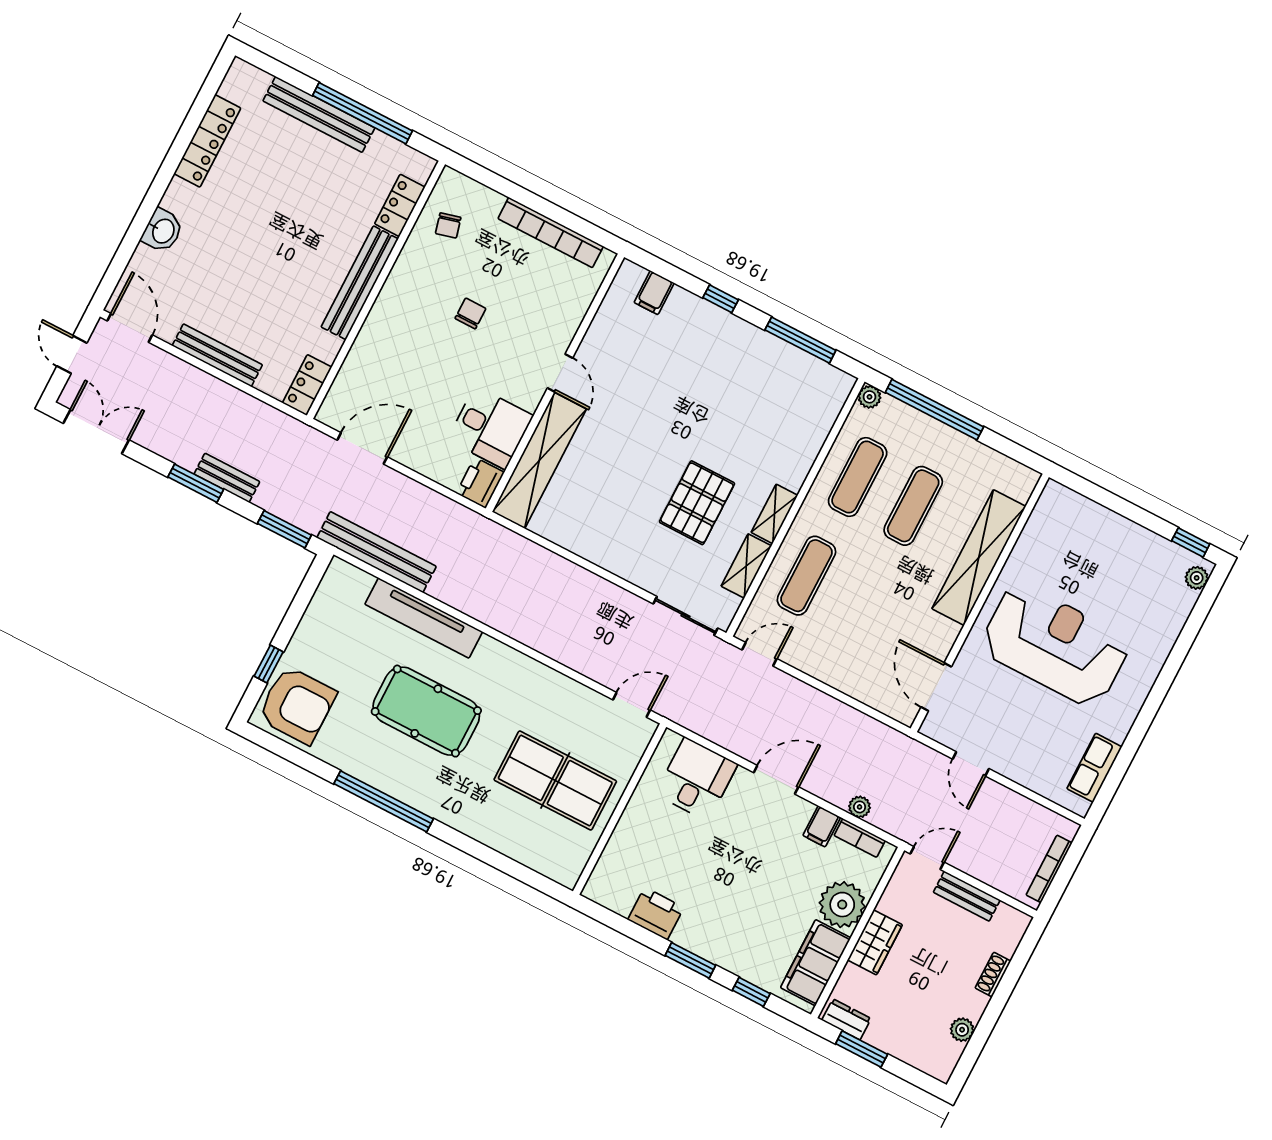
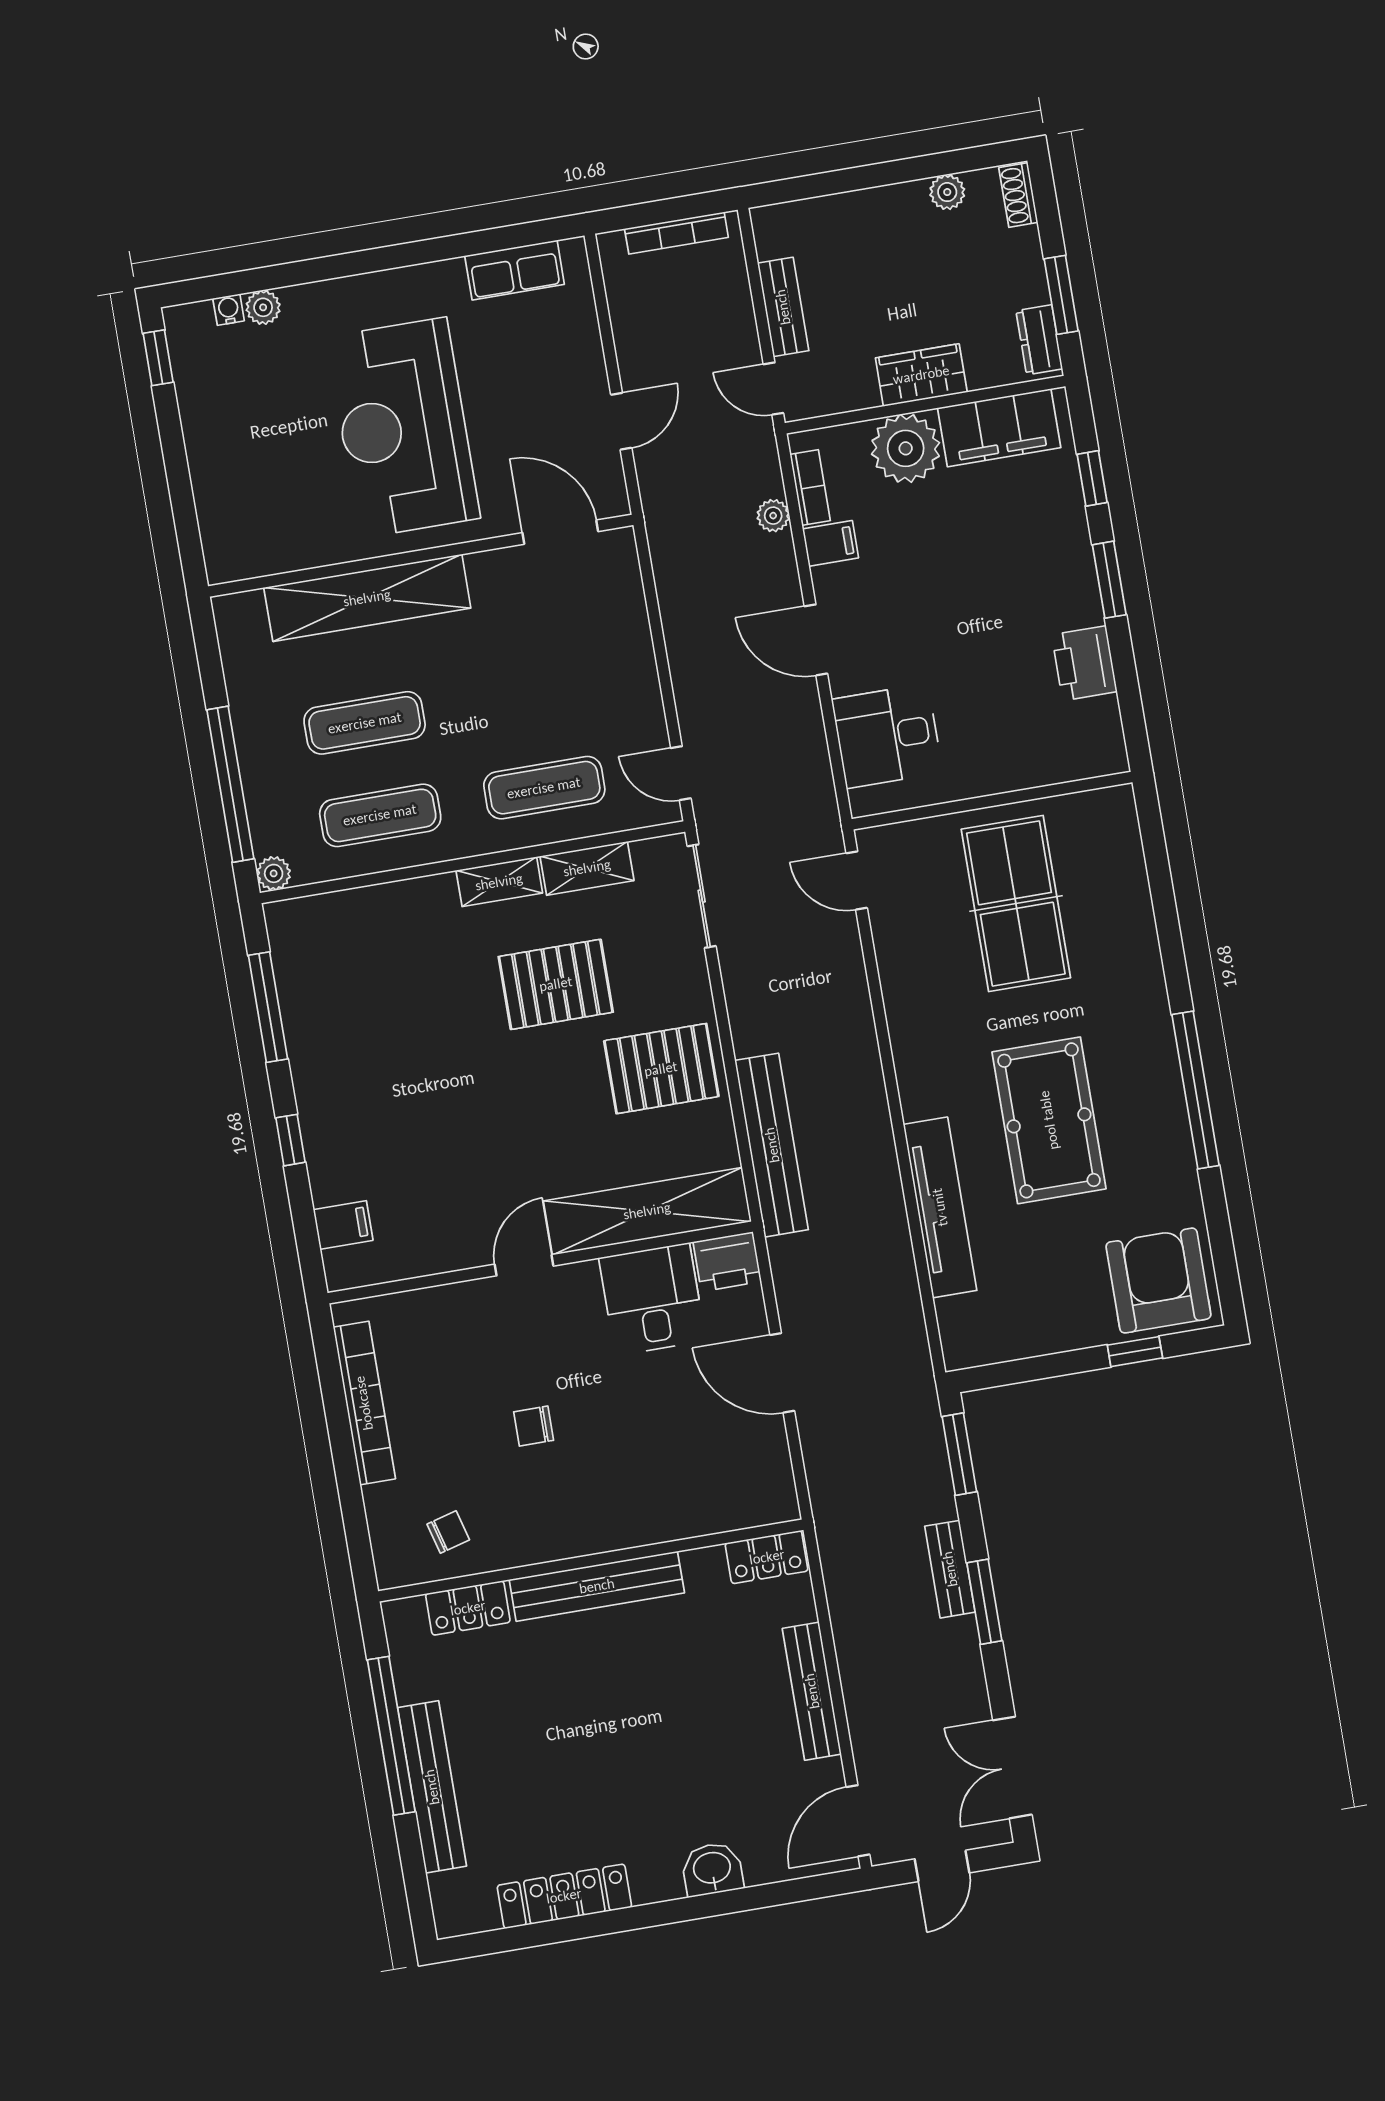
door: (362, 448) -> (782, 1373), moved
pallet: (610, 525) -> (661, 1069), added
bench: (377, 552) -> (772, 1145), moved
plant: (1197, 578) -> (263, 307), moved
water cooler: (1188, 599) -> (229, 310), added
door: (936, 687) -> (560, 532), swing flipped
shoe rack: (993, 975) -> (1018, 195), moved, turned 90

